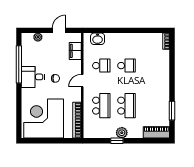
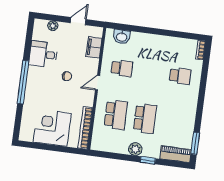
window: (19, 64) -> (23, 82), moved
school desk: (126, 66) -> (180, 76), moved
desk: (33, 77) -> (43, 54), moved
window: (172, 111) -> (195, 143), moved
corner desk: (44, 119) -> (52, 128), width x0.74, depth x0.74
window: (117, 141) -> (148, 160), moved

